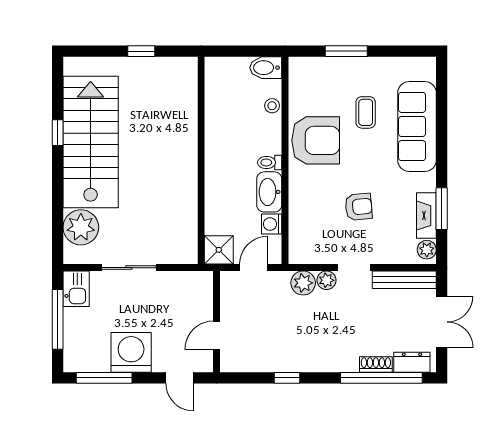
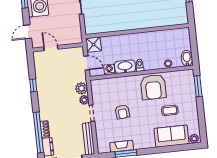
window: (346, 51) -> (198, 86), moved
sofa: (417, 127) -> (171, 136), width x0.73
plant: (427, 250) -> (194, 139), moved

